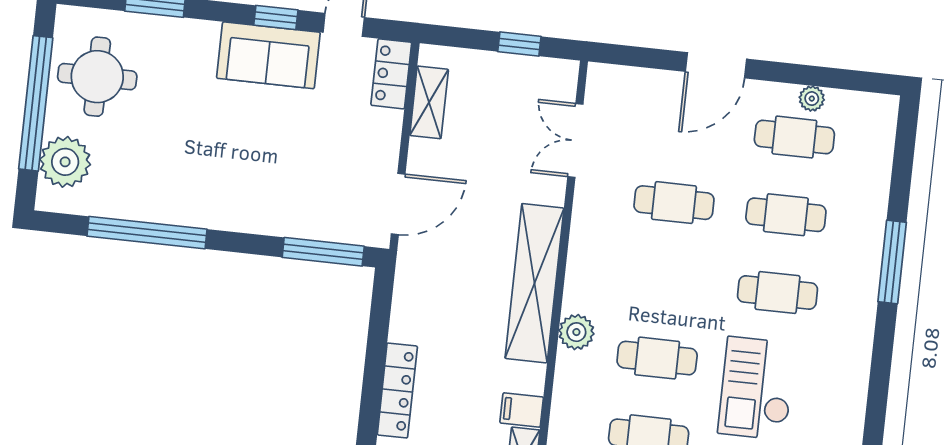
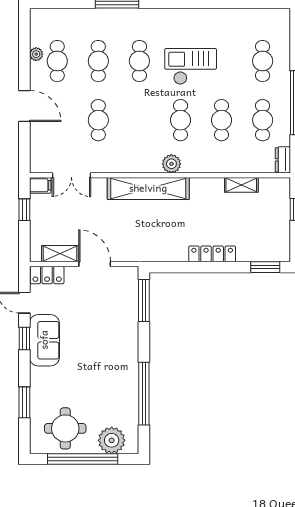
door: (398, 204) -> (95, 264), moved
checkout: (757, 388) -> (191, 66), turned 180
filing cabinet: (522, 410) -> (40, 185), moved, turned -90

